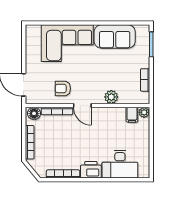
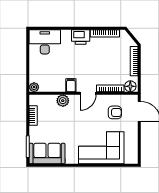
sofa: (115, 36) -> (47, 154), moved
armchair: (63, 88) -> (115, 112), moved
door: (82, 105) -> (88, 93), swing flipped
filing cabinet: (132, 115) -> (71, 85), moved
desk: (120, 164) -> (45, 42), moved

